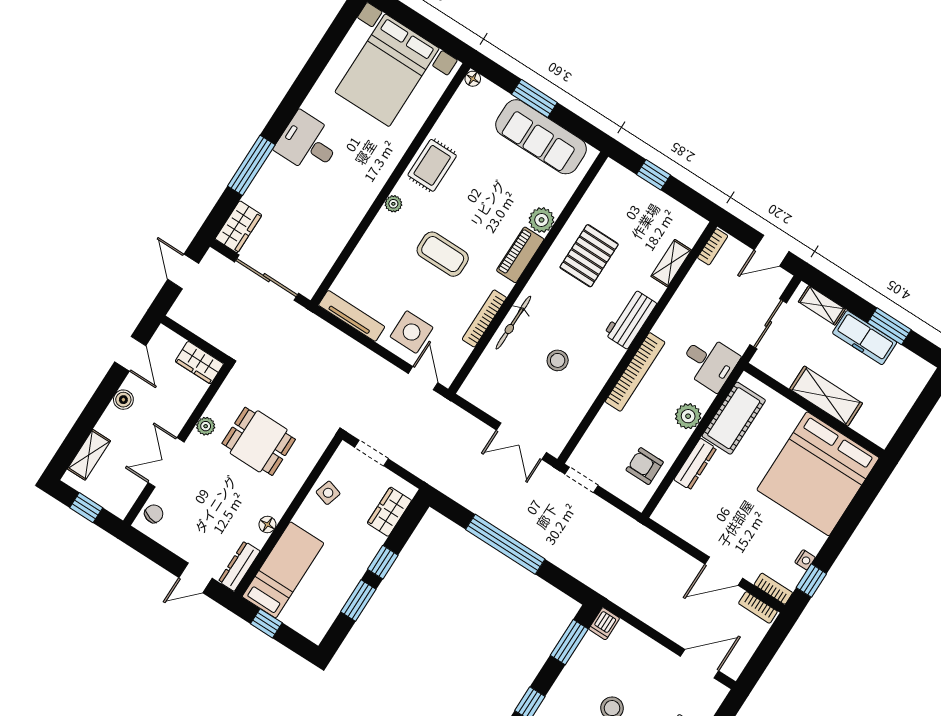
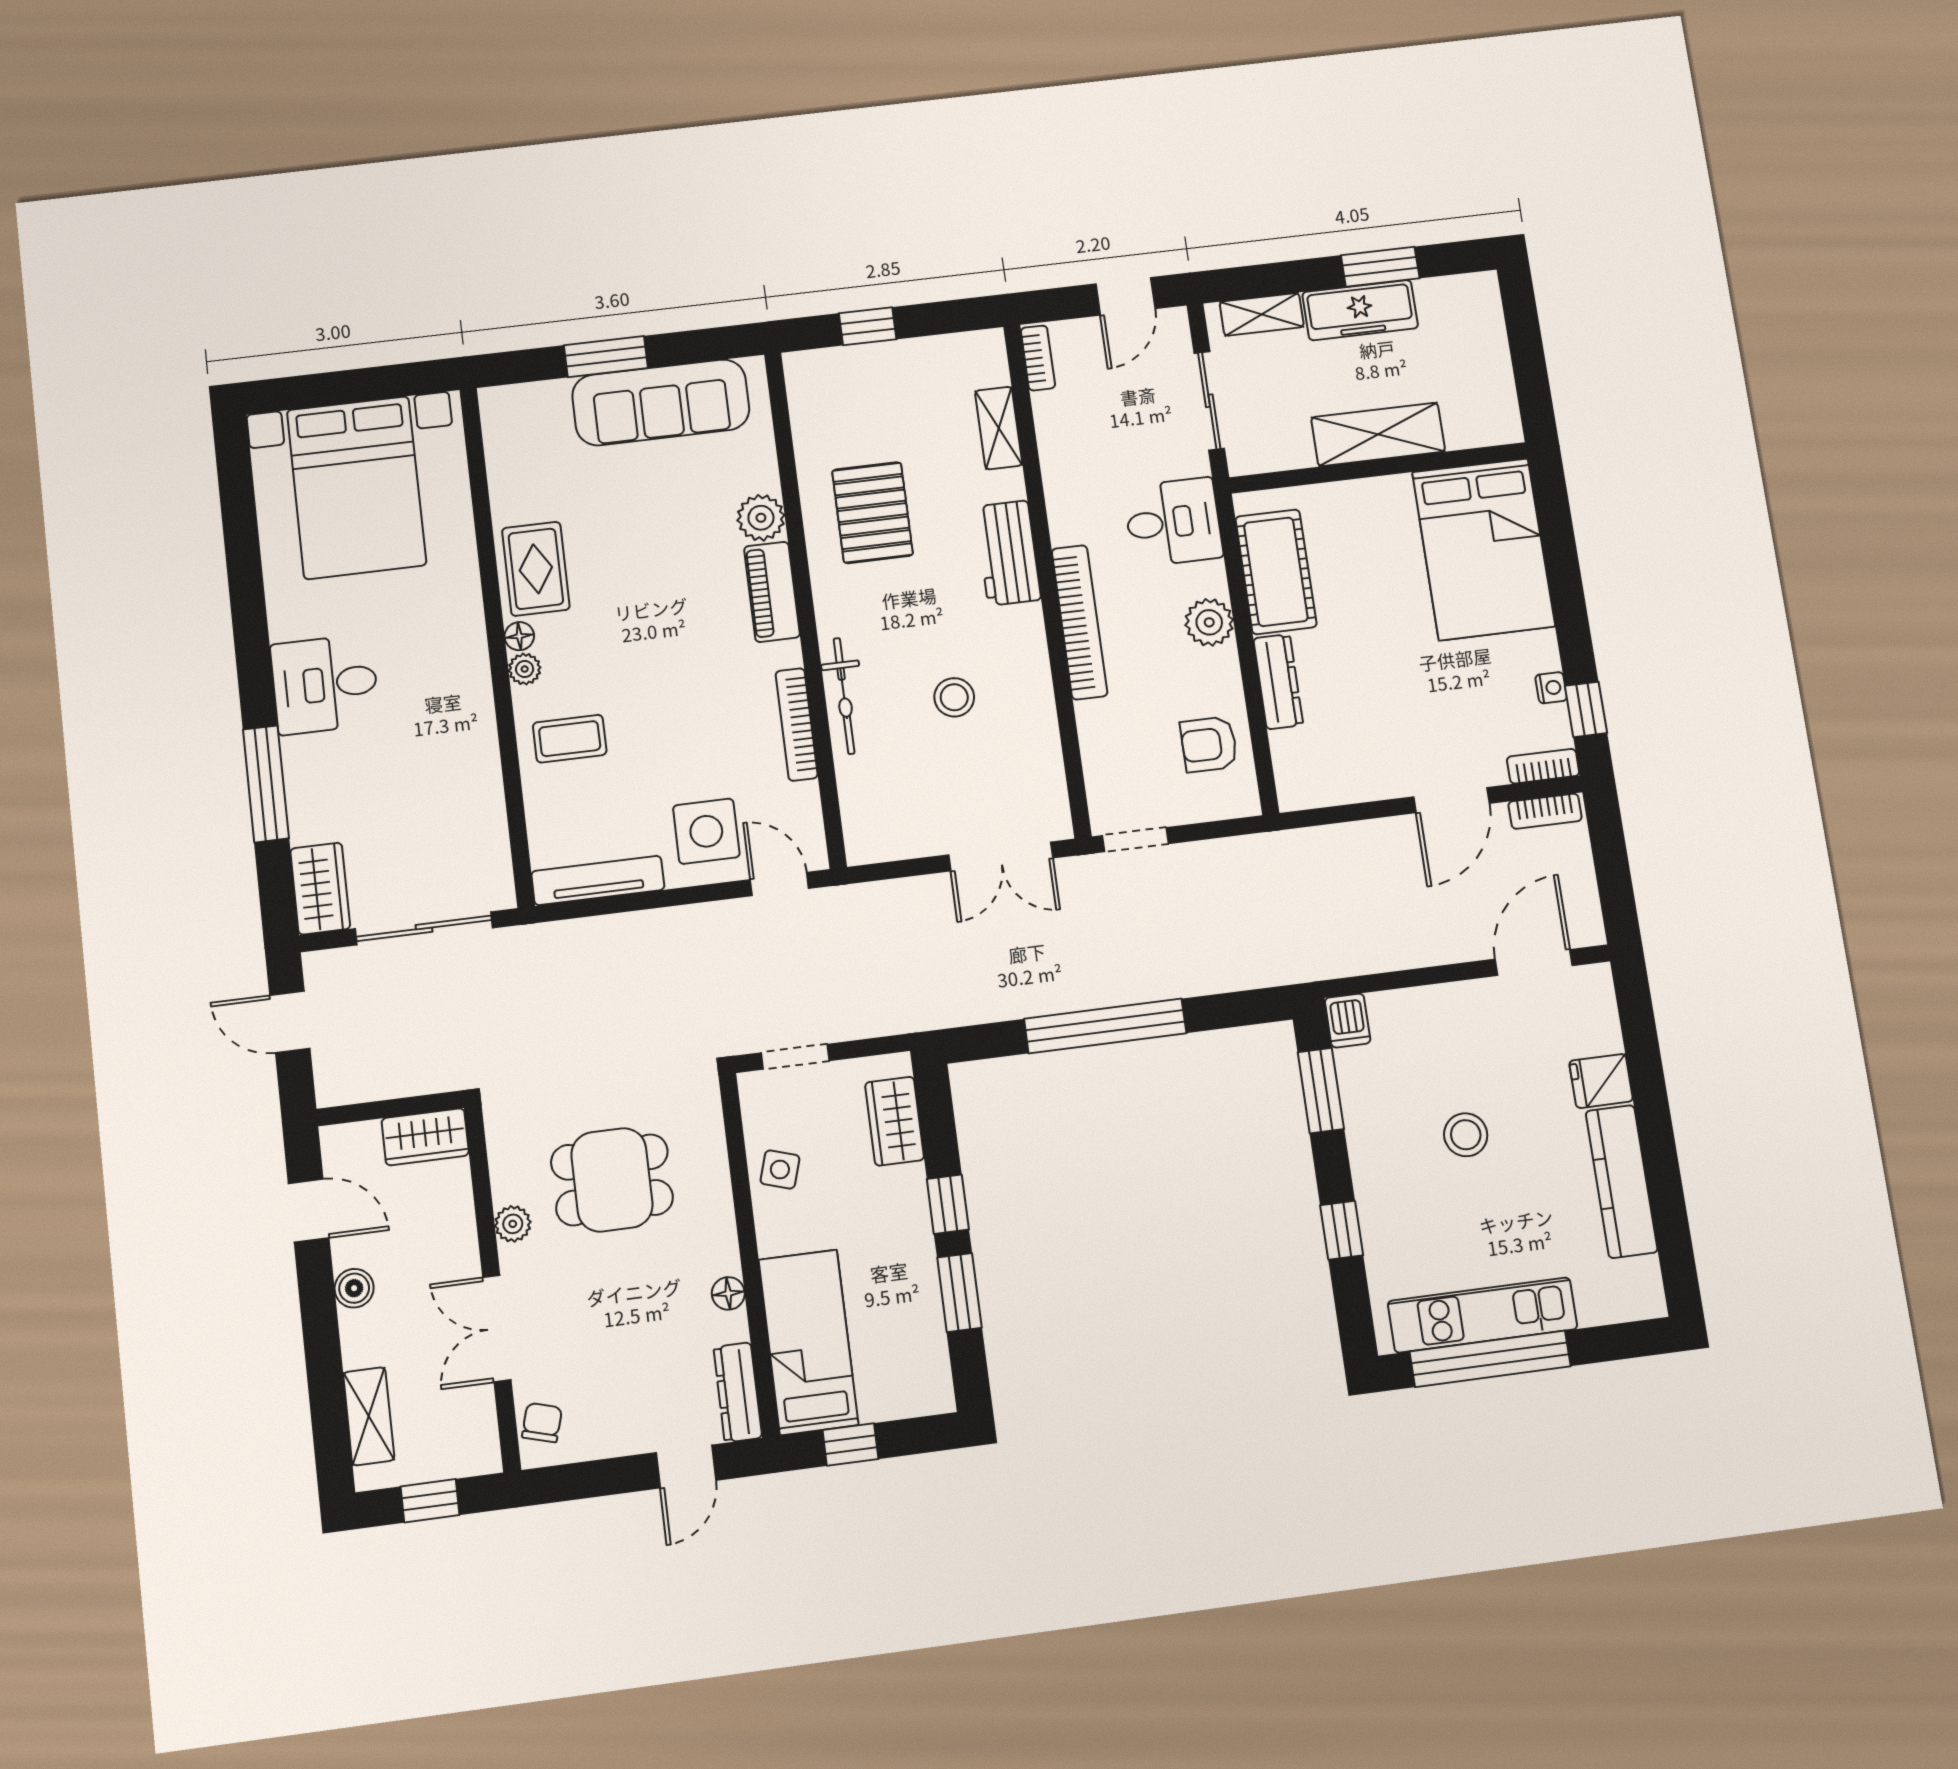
floor lamp: (473, 79) -> (519, 636), moved
coffee table: (443, 254) -> (570, 739), moved, width x0.73, depth x0.77
bed: (818, 474) -> (1483, 549), width x0.73

